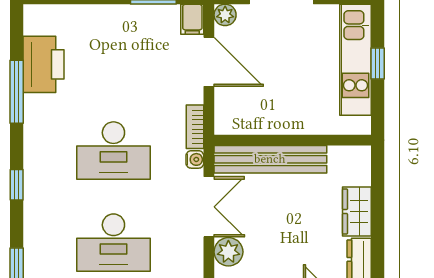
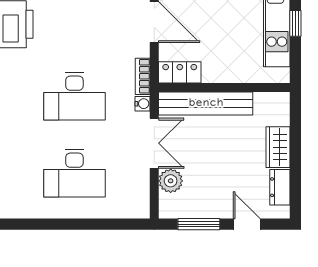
locker: (239, 122) -> (180, 72), added

